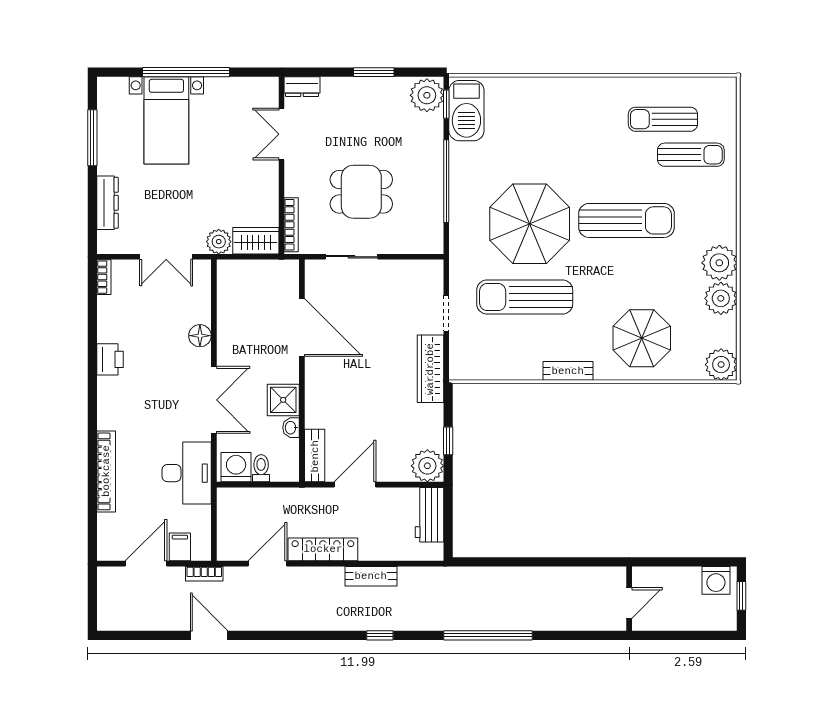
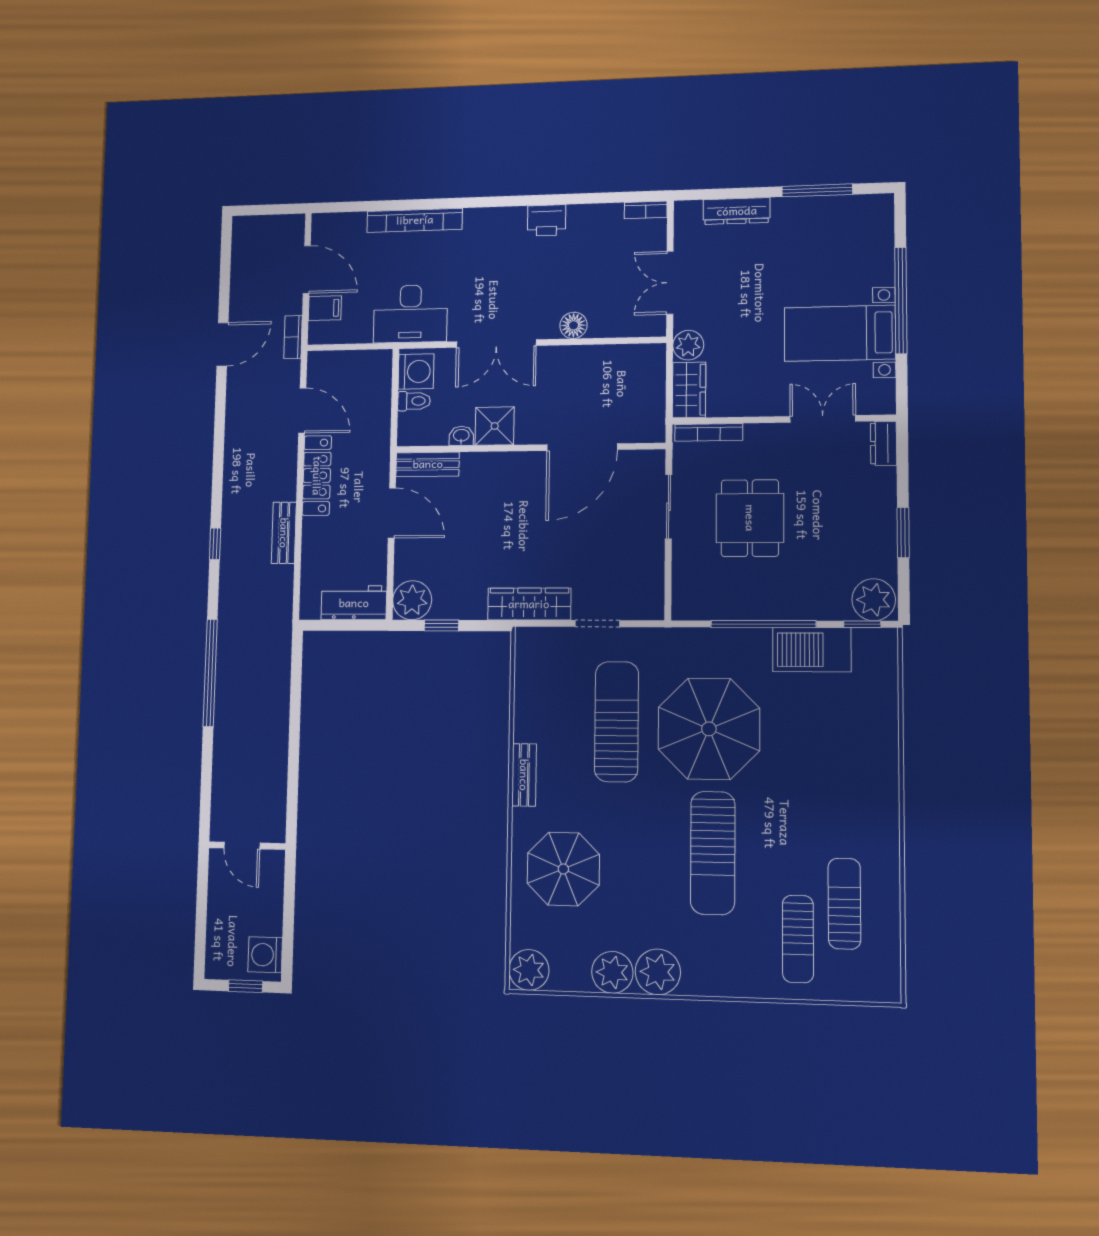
barbecue: (466, 111) -> (812, 650), moved
bed with nightstands: (166, 120) -> (840, 333), moved

